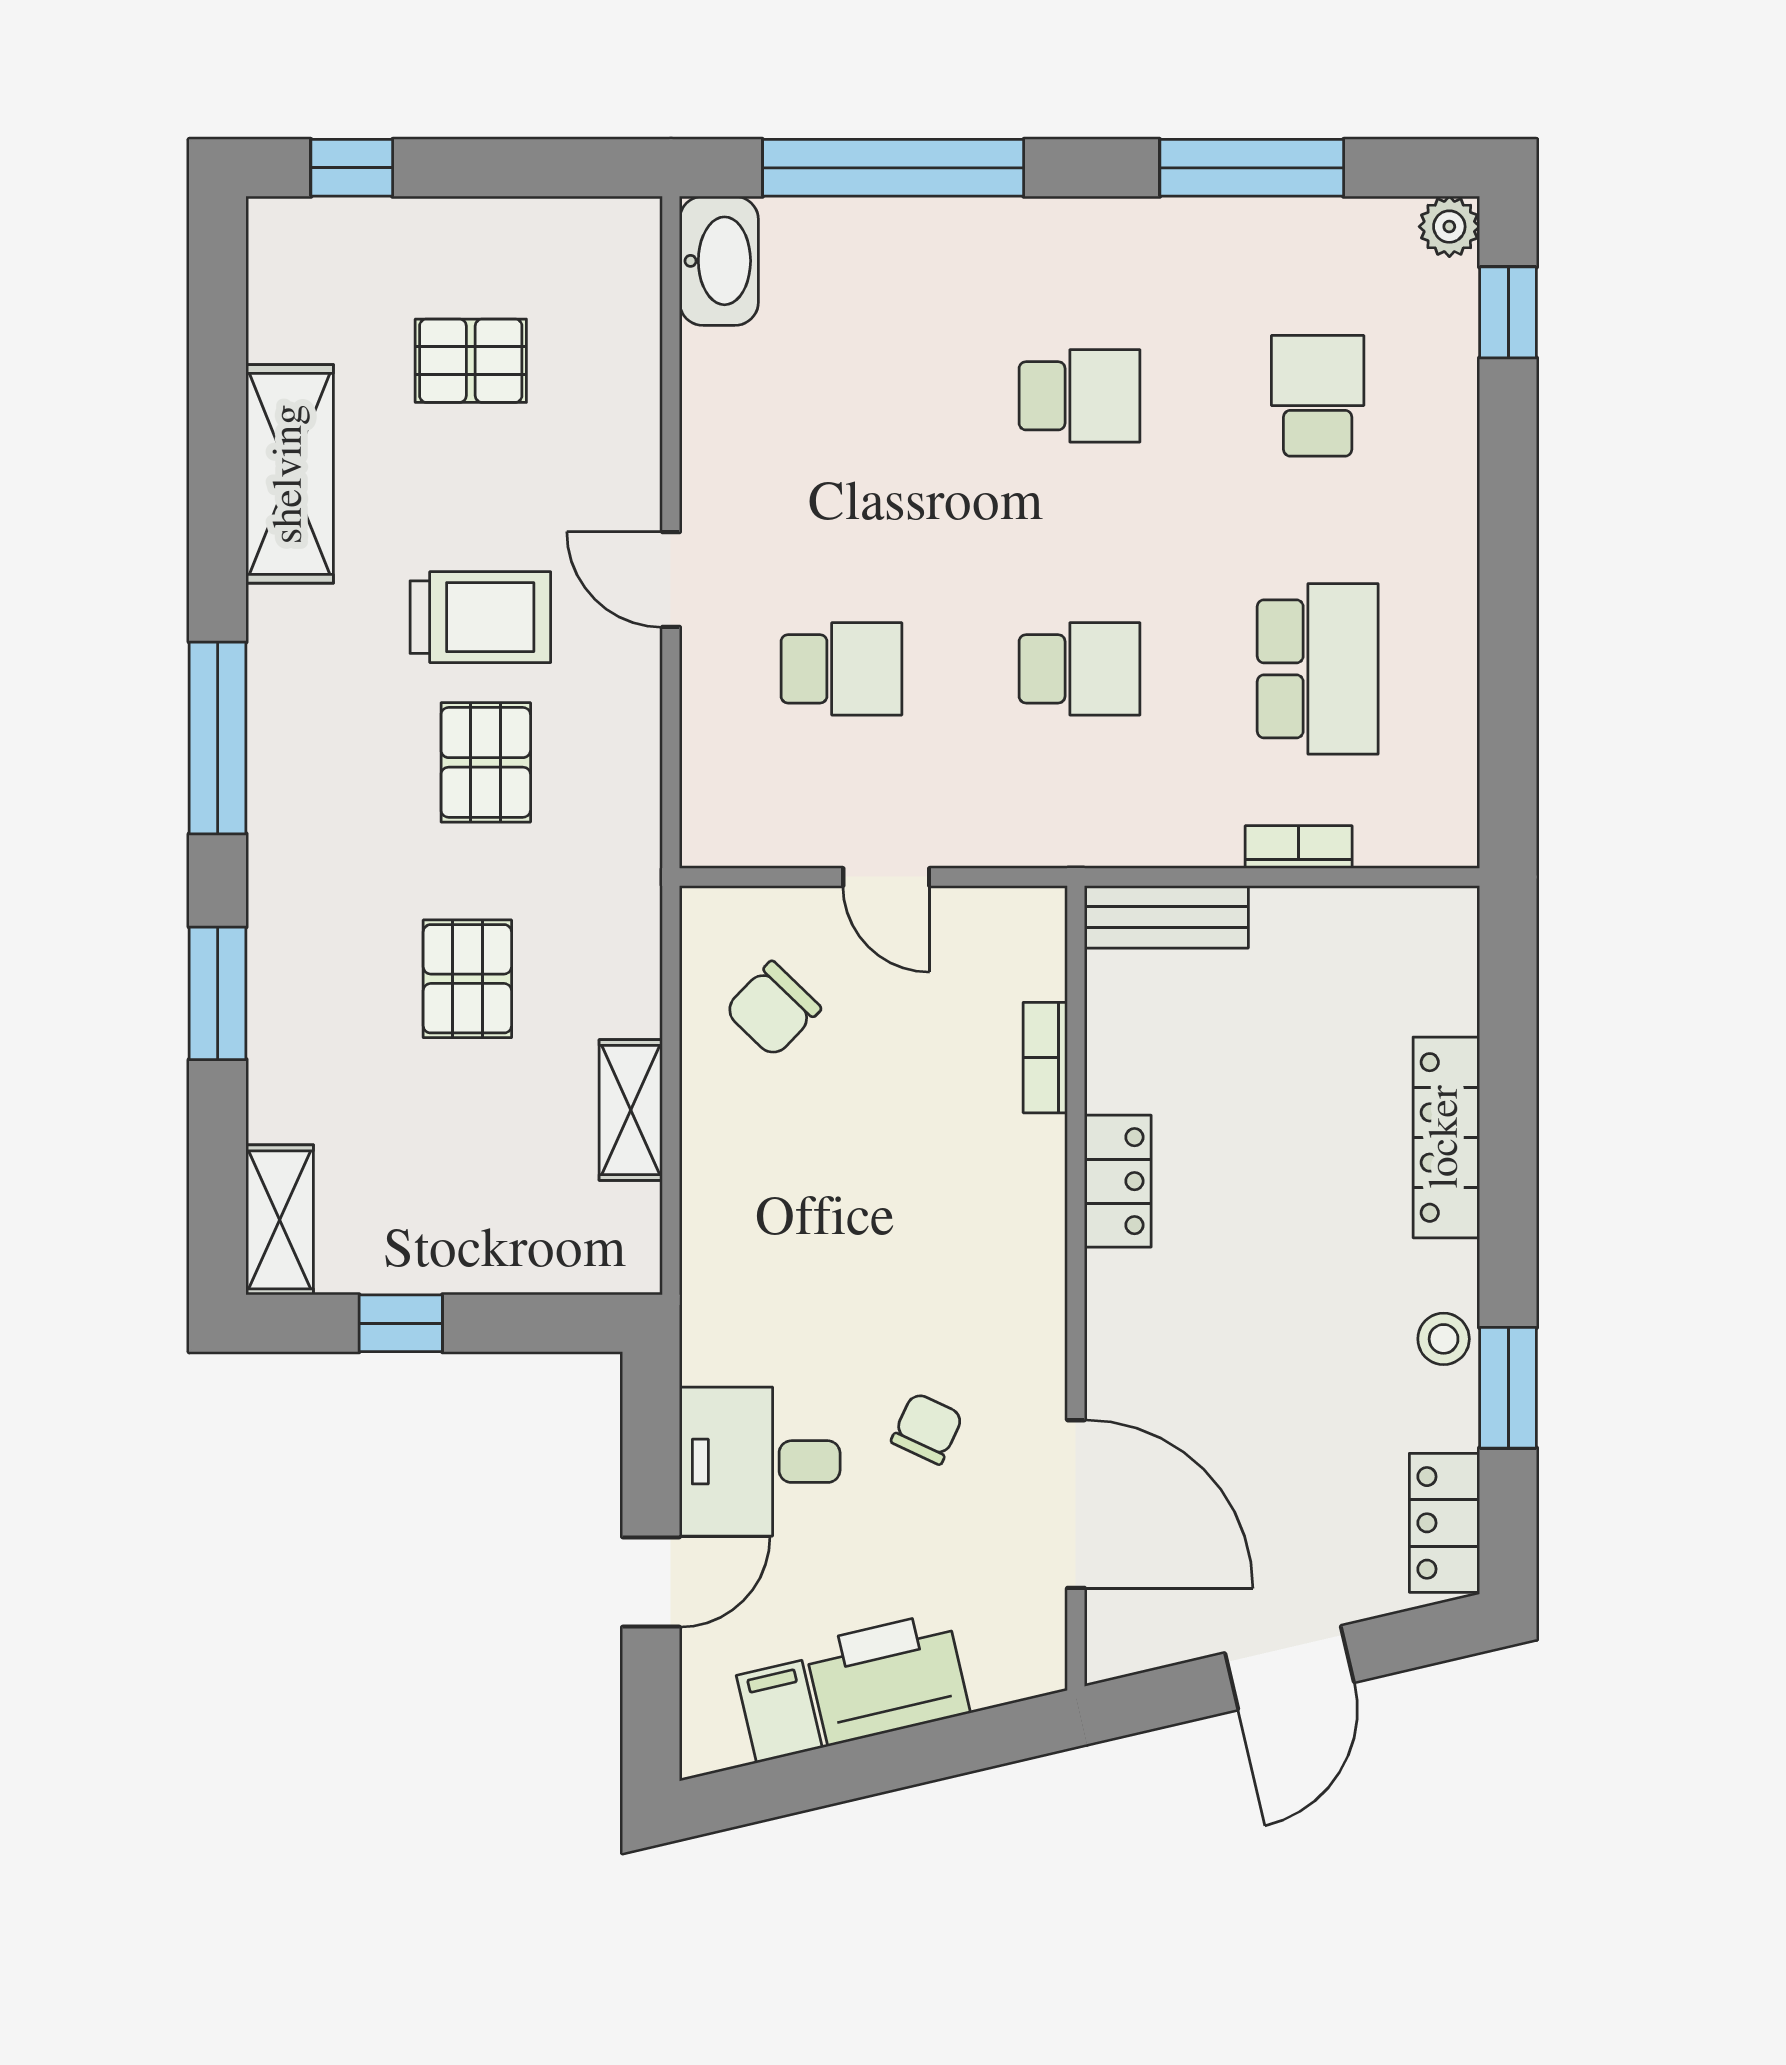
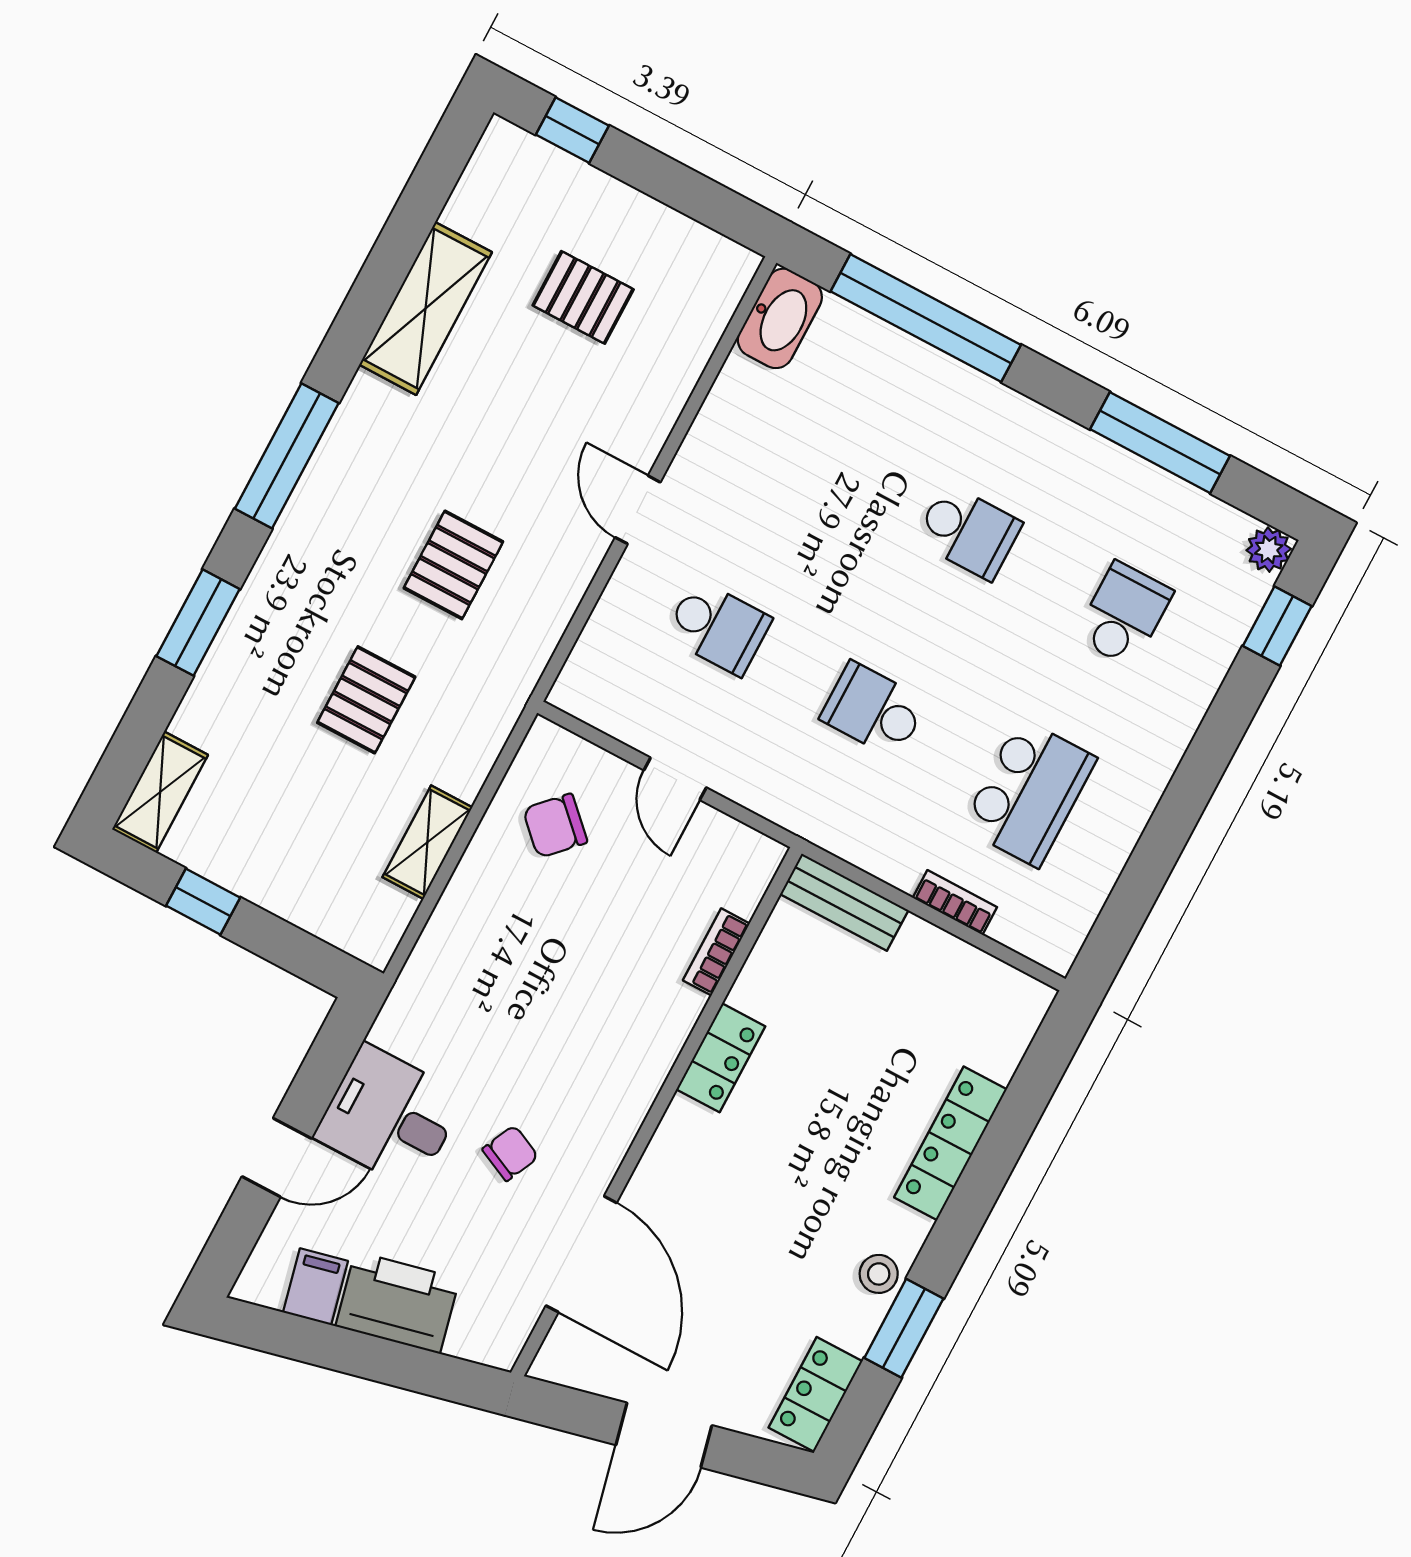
trolley: (480, 617) -> (500, 468), removed
school desk: (1080, 669) -> (874, 710), turned 180

